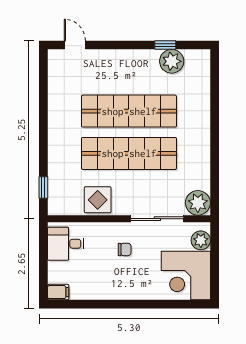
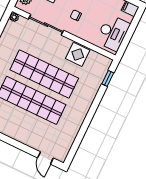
plant: (198, 203) -> (14, 17), width x0.53, depth x0.53
desk: (66, 244) -> (113, 33), width x1.37

